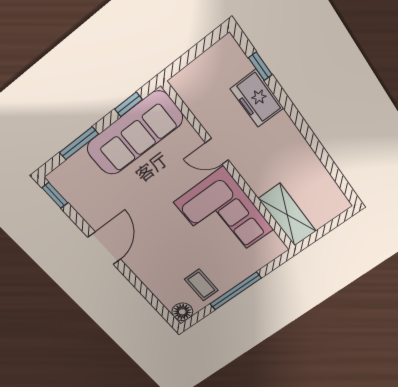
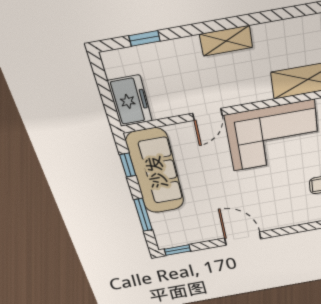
freezer: (257, 98) -> (130, 101), moved, turned -90
shelving: (289, 134) -> (226, 41), added

